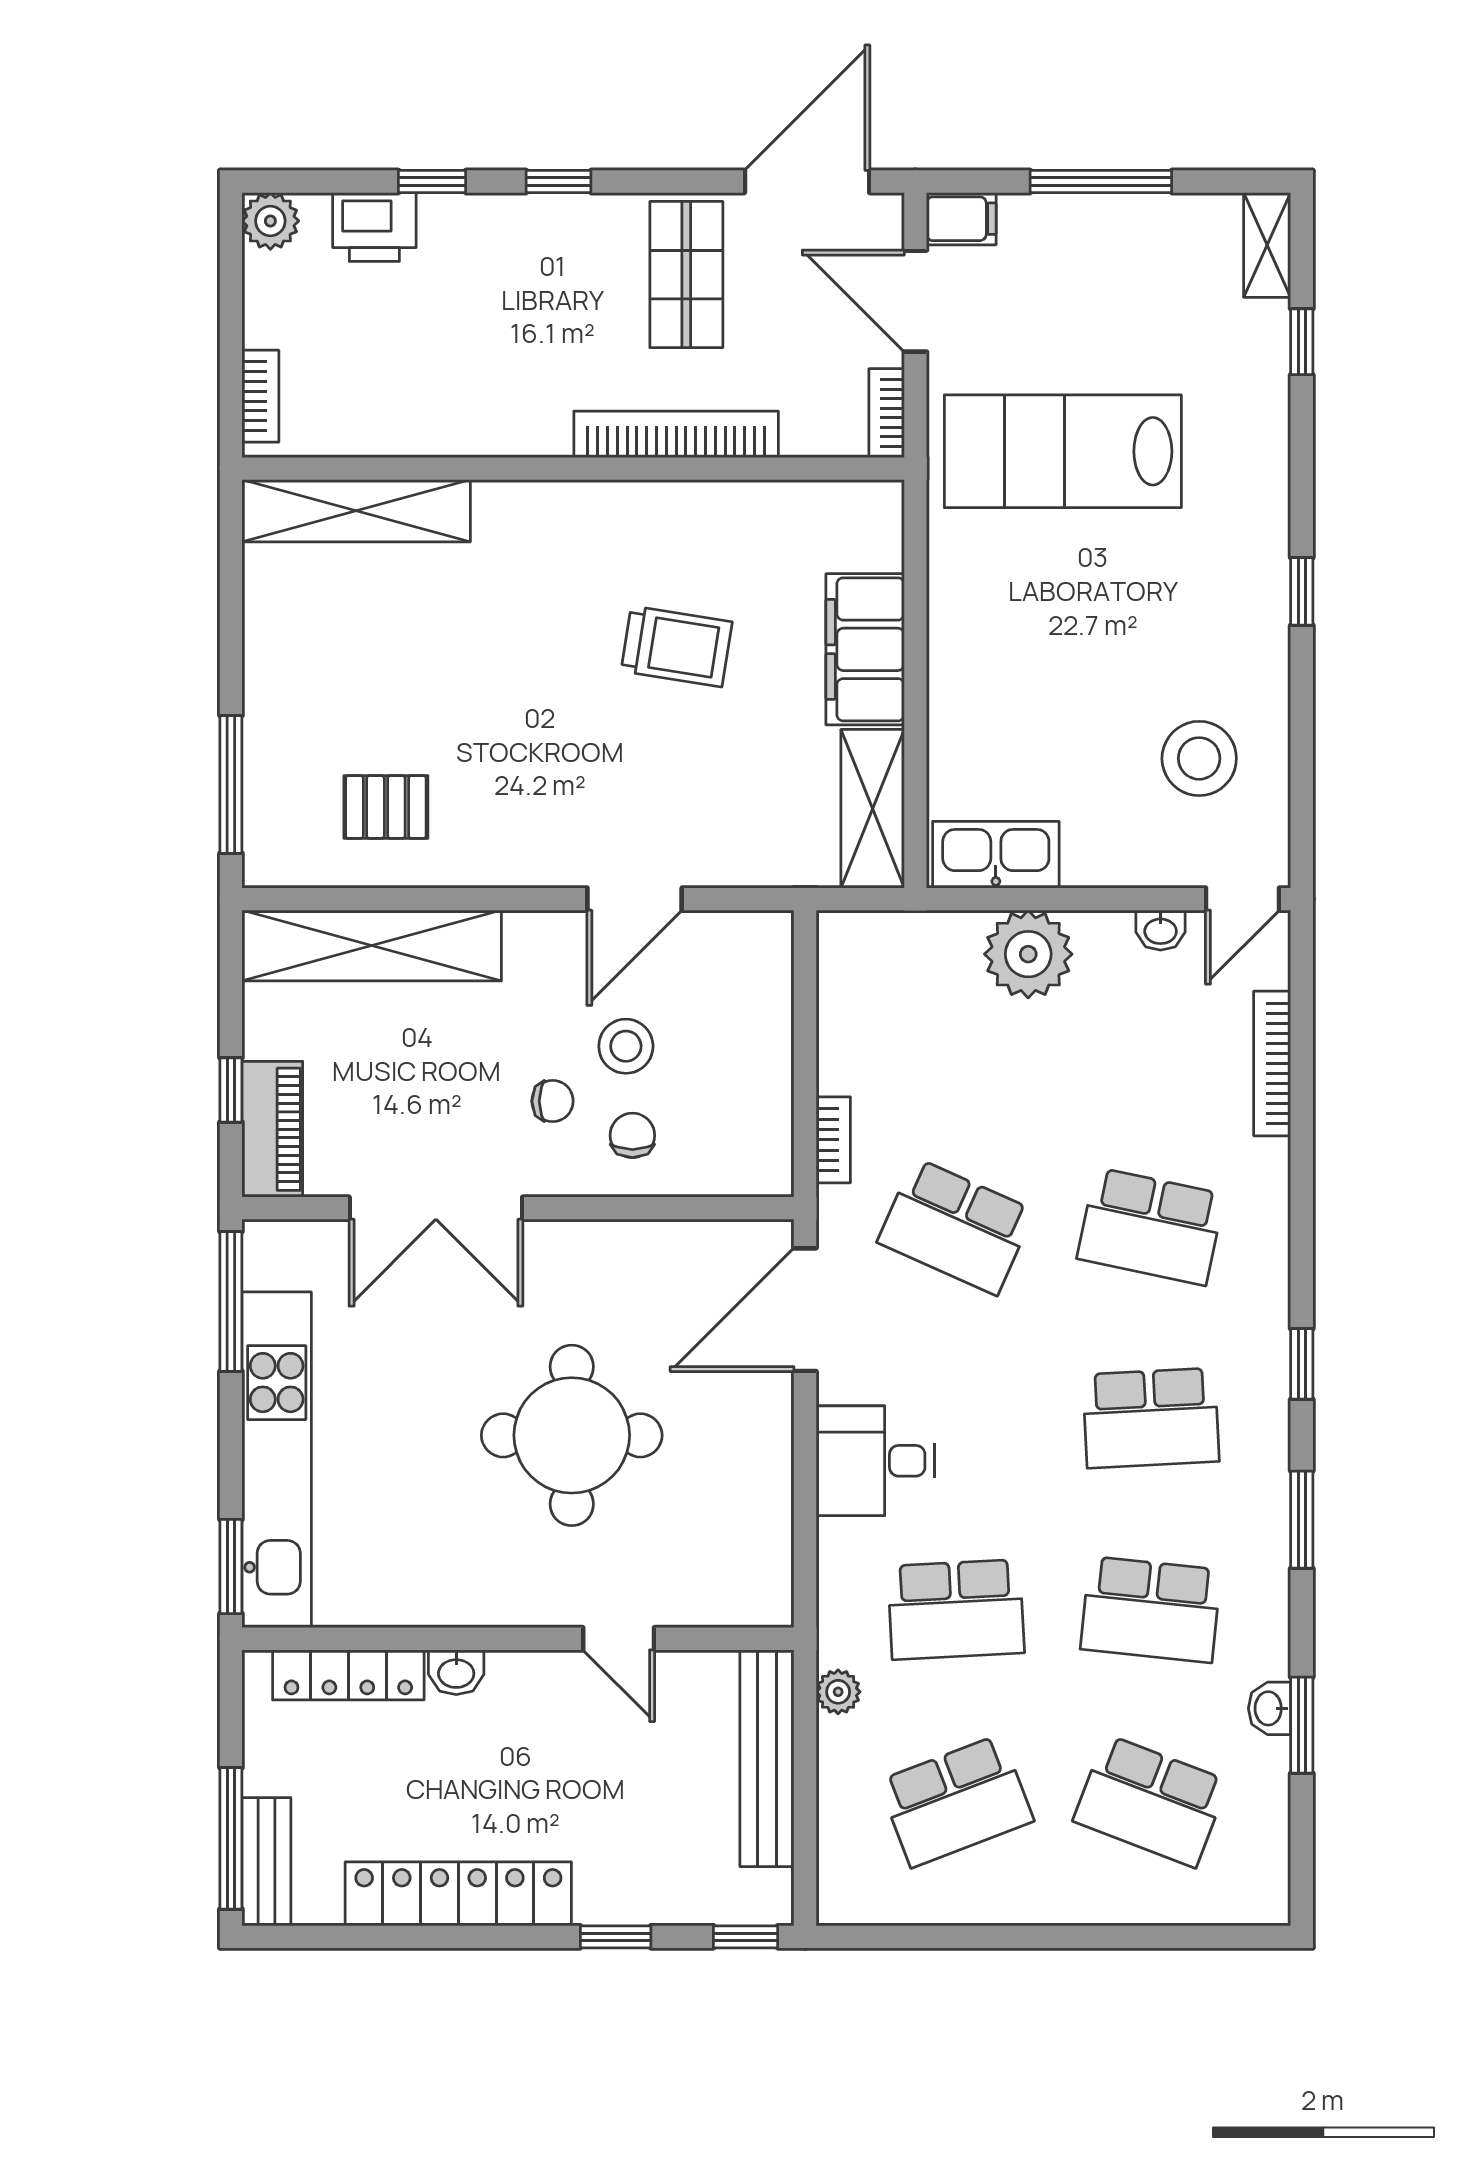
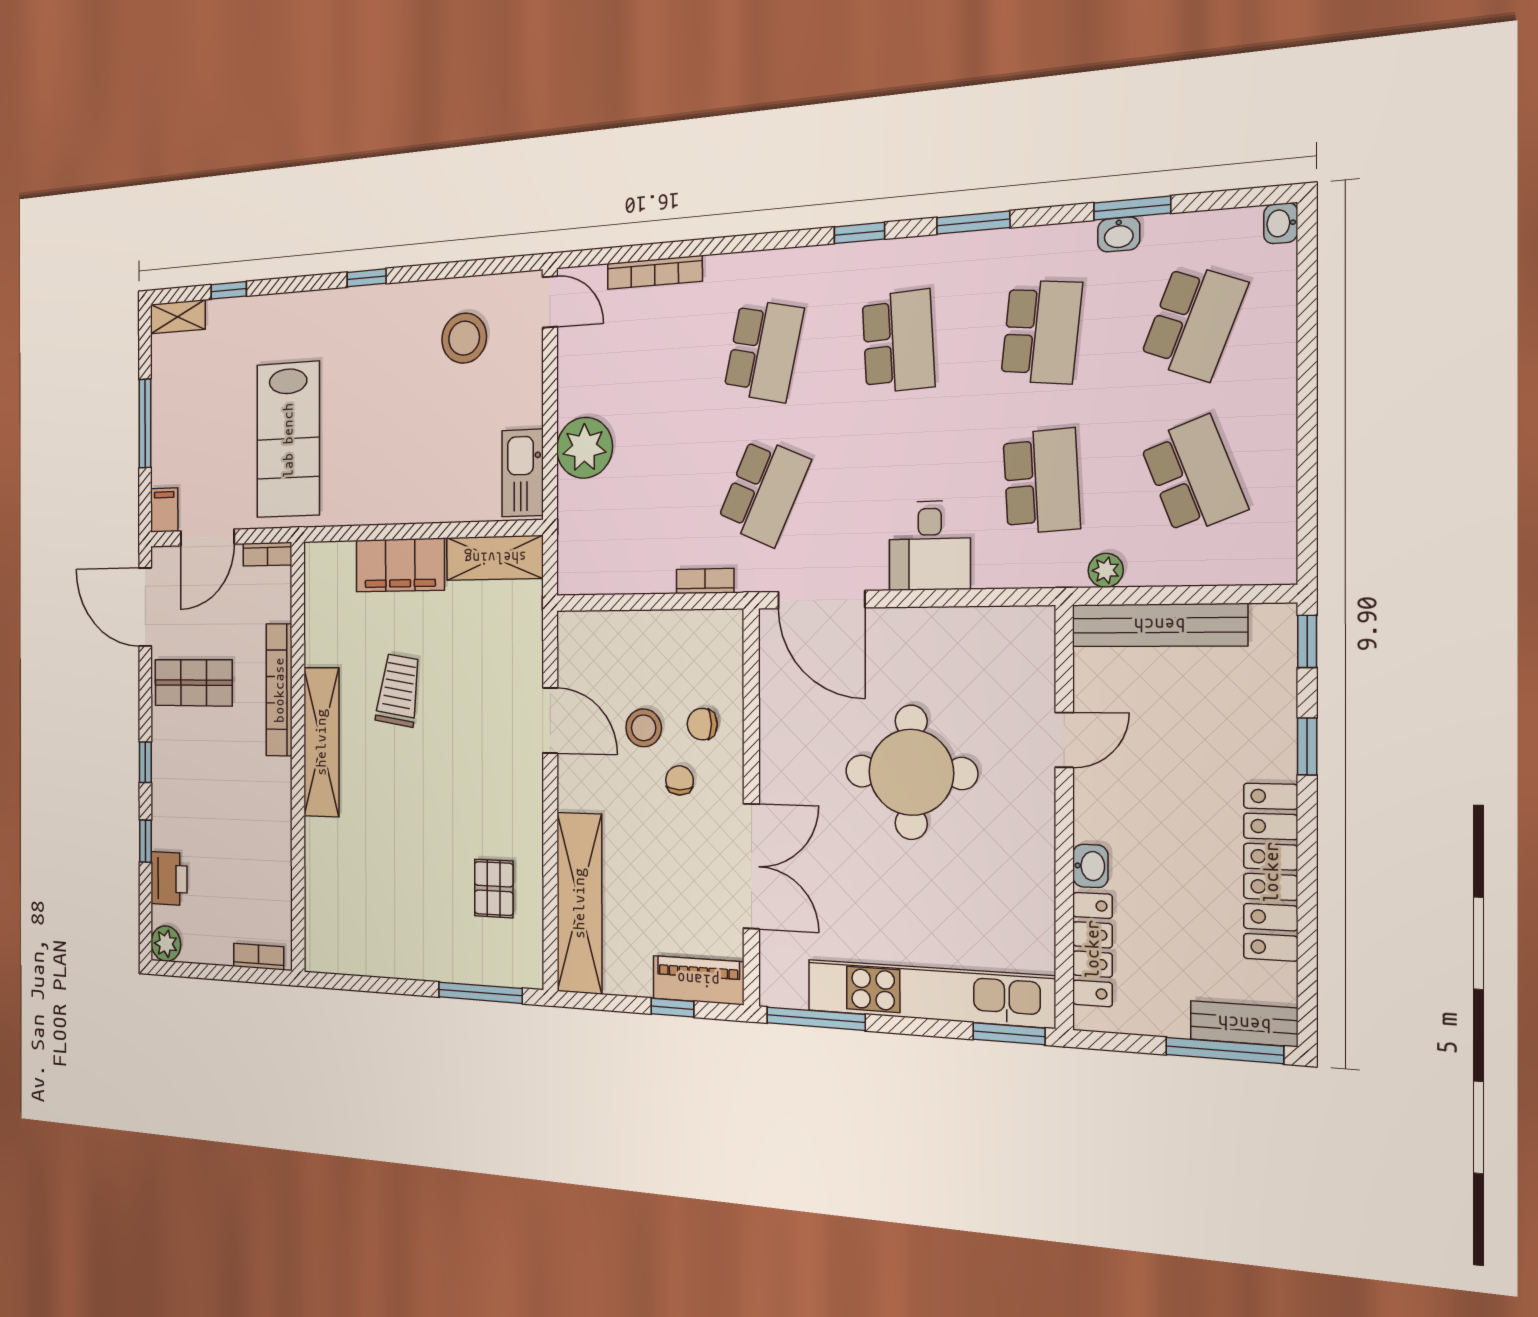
shelving: (356, 511) -> (321, 742), moved
washbasin: (1161, 930) -> (1281, 223), moved, turned 180

